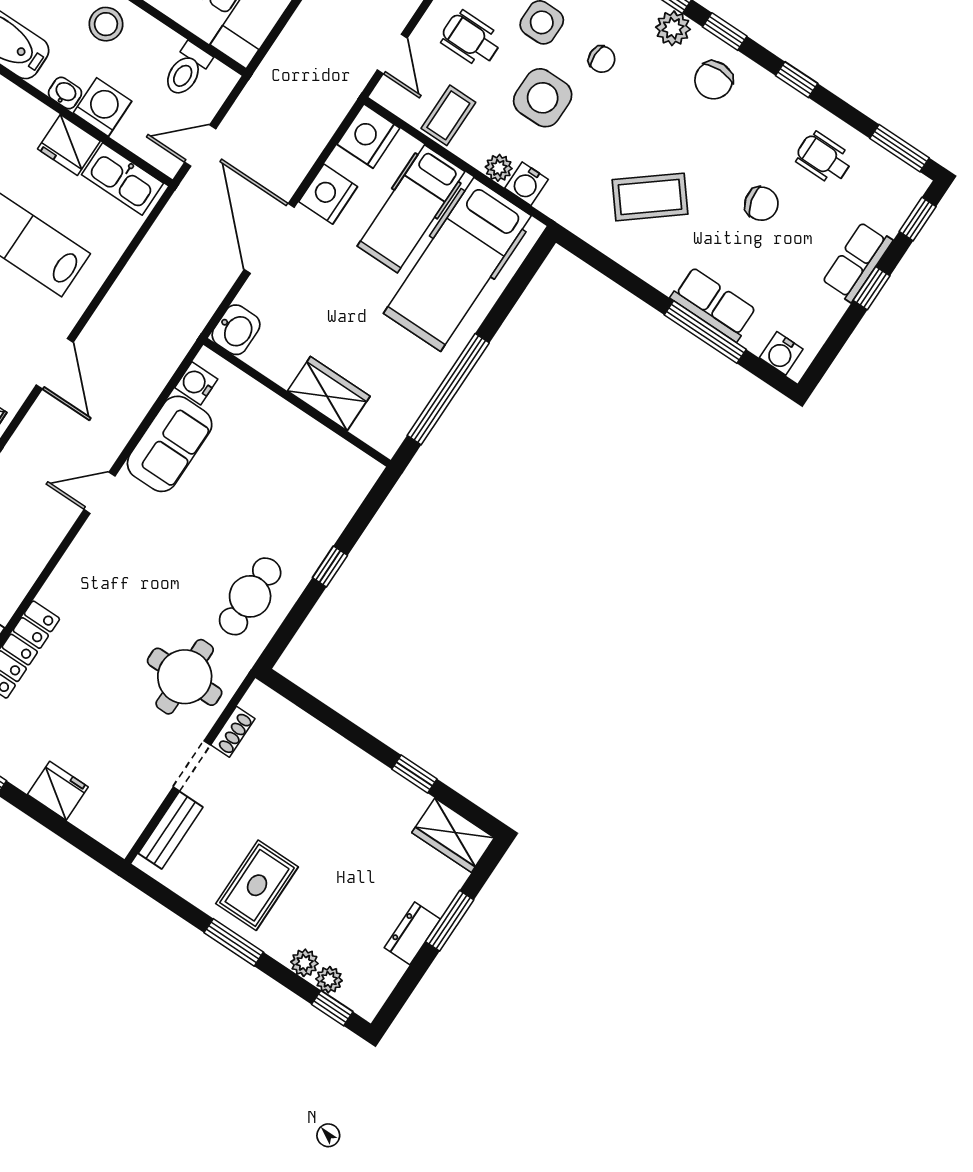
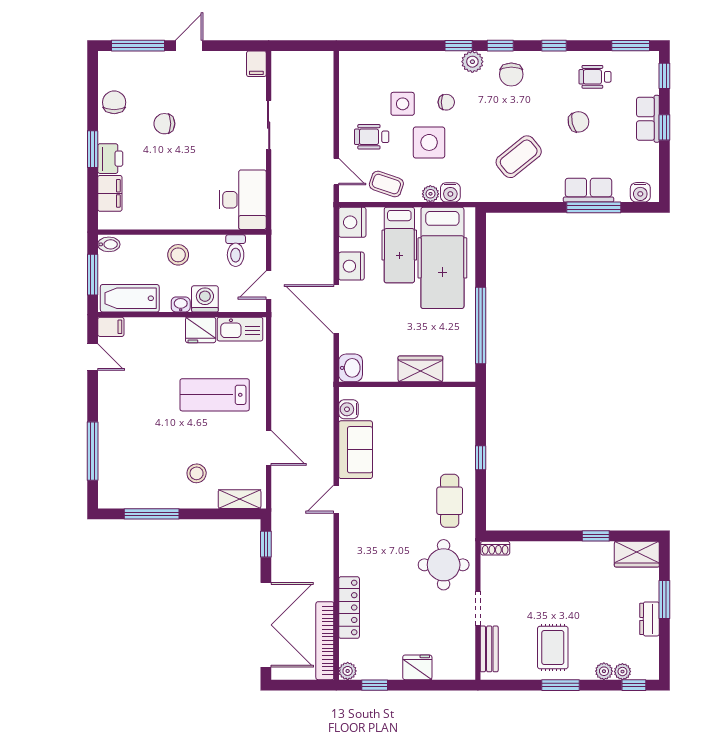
coffee table: (448, 115) -> (386, 184), turned -71
shoe rack: (233, 732) -> (495, 548), moved, turned 90

